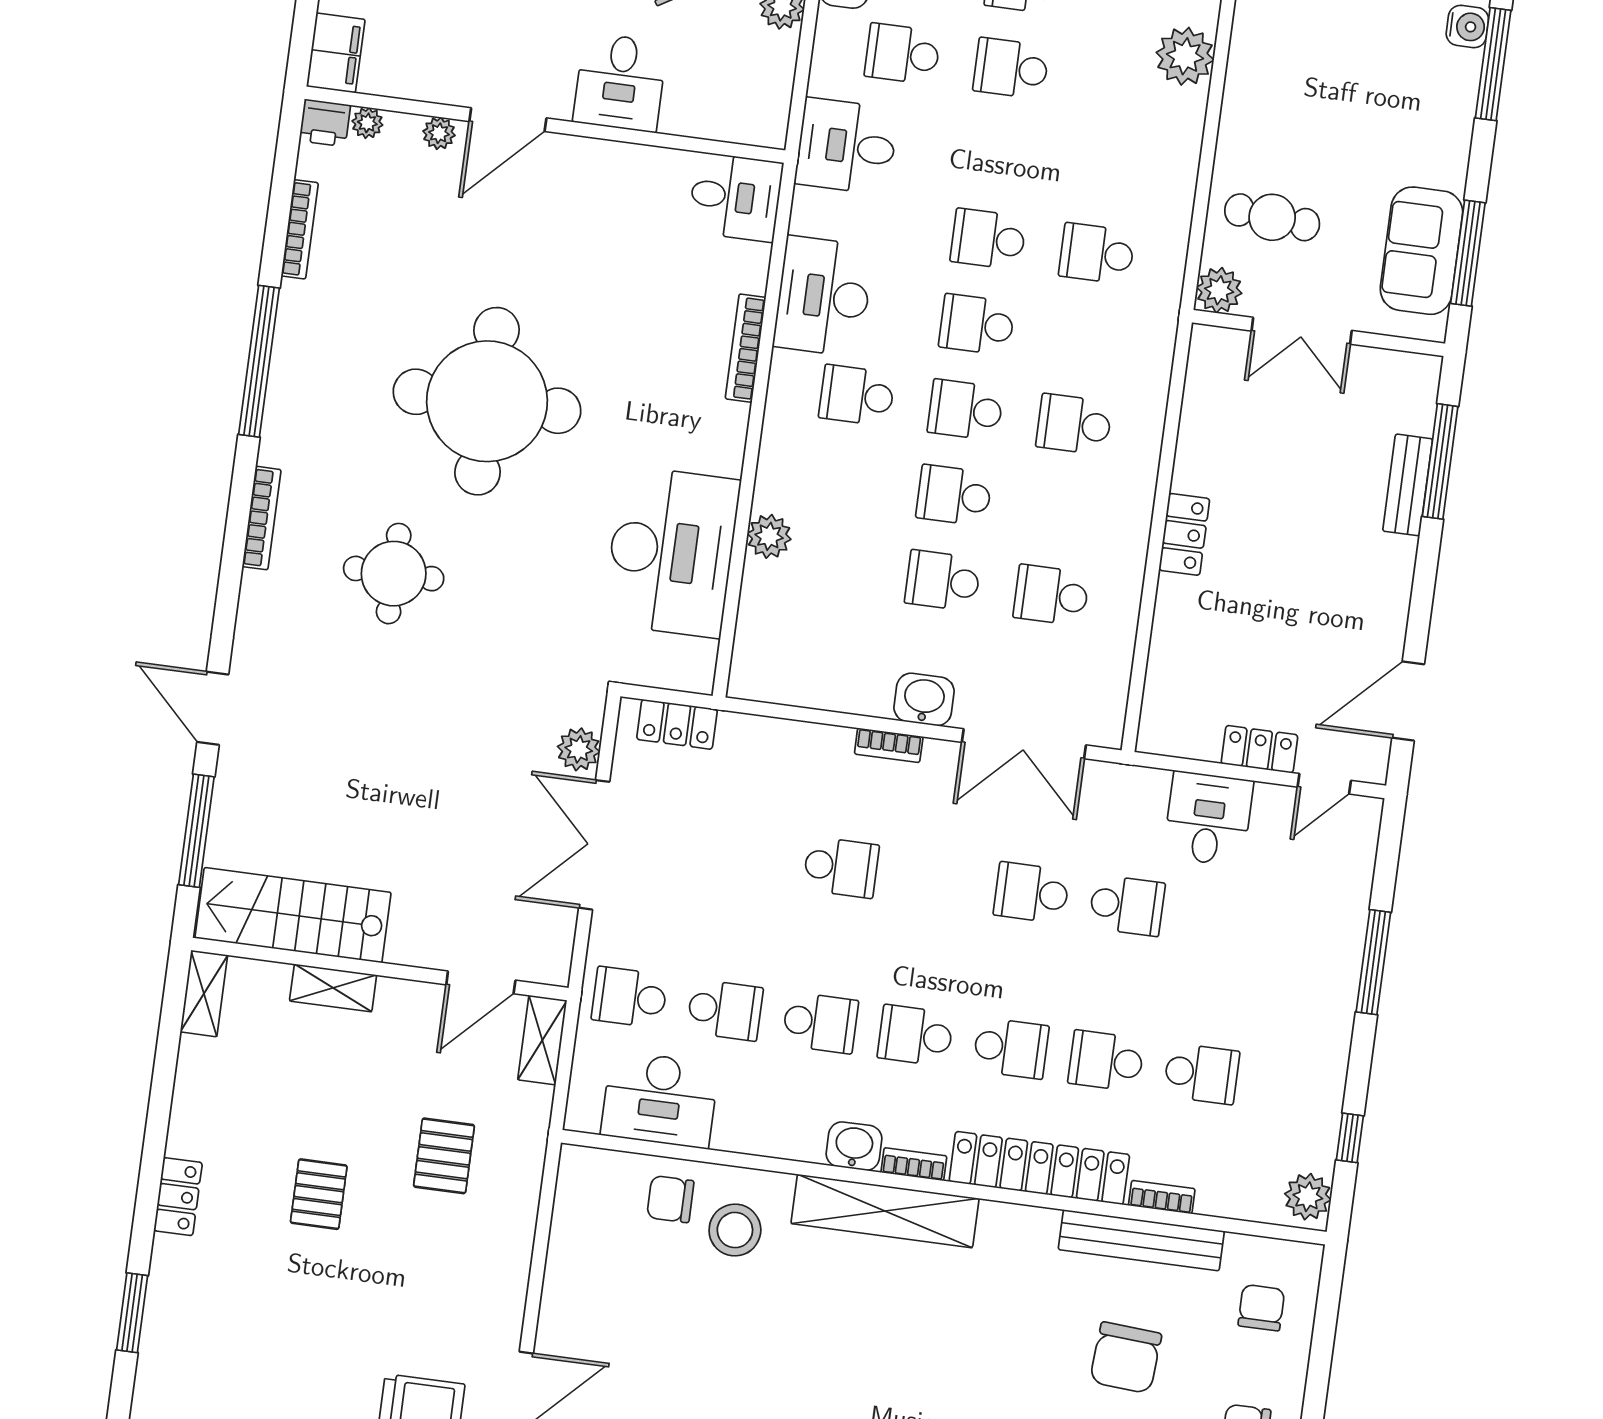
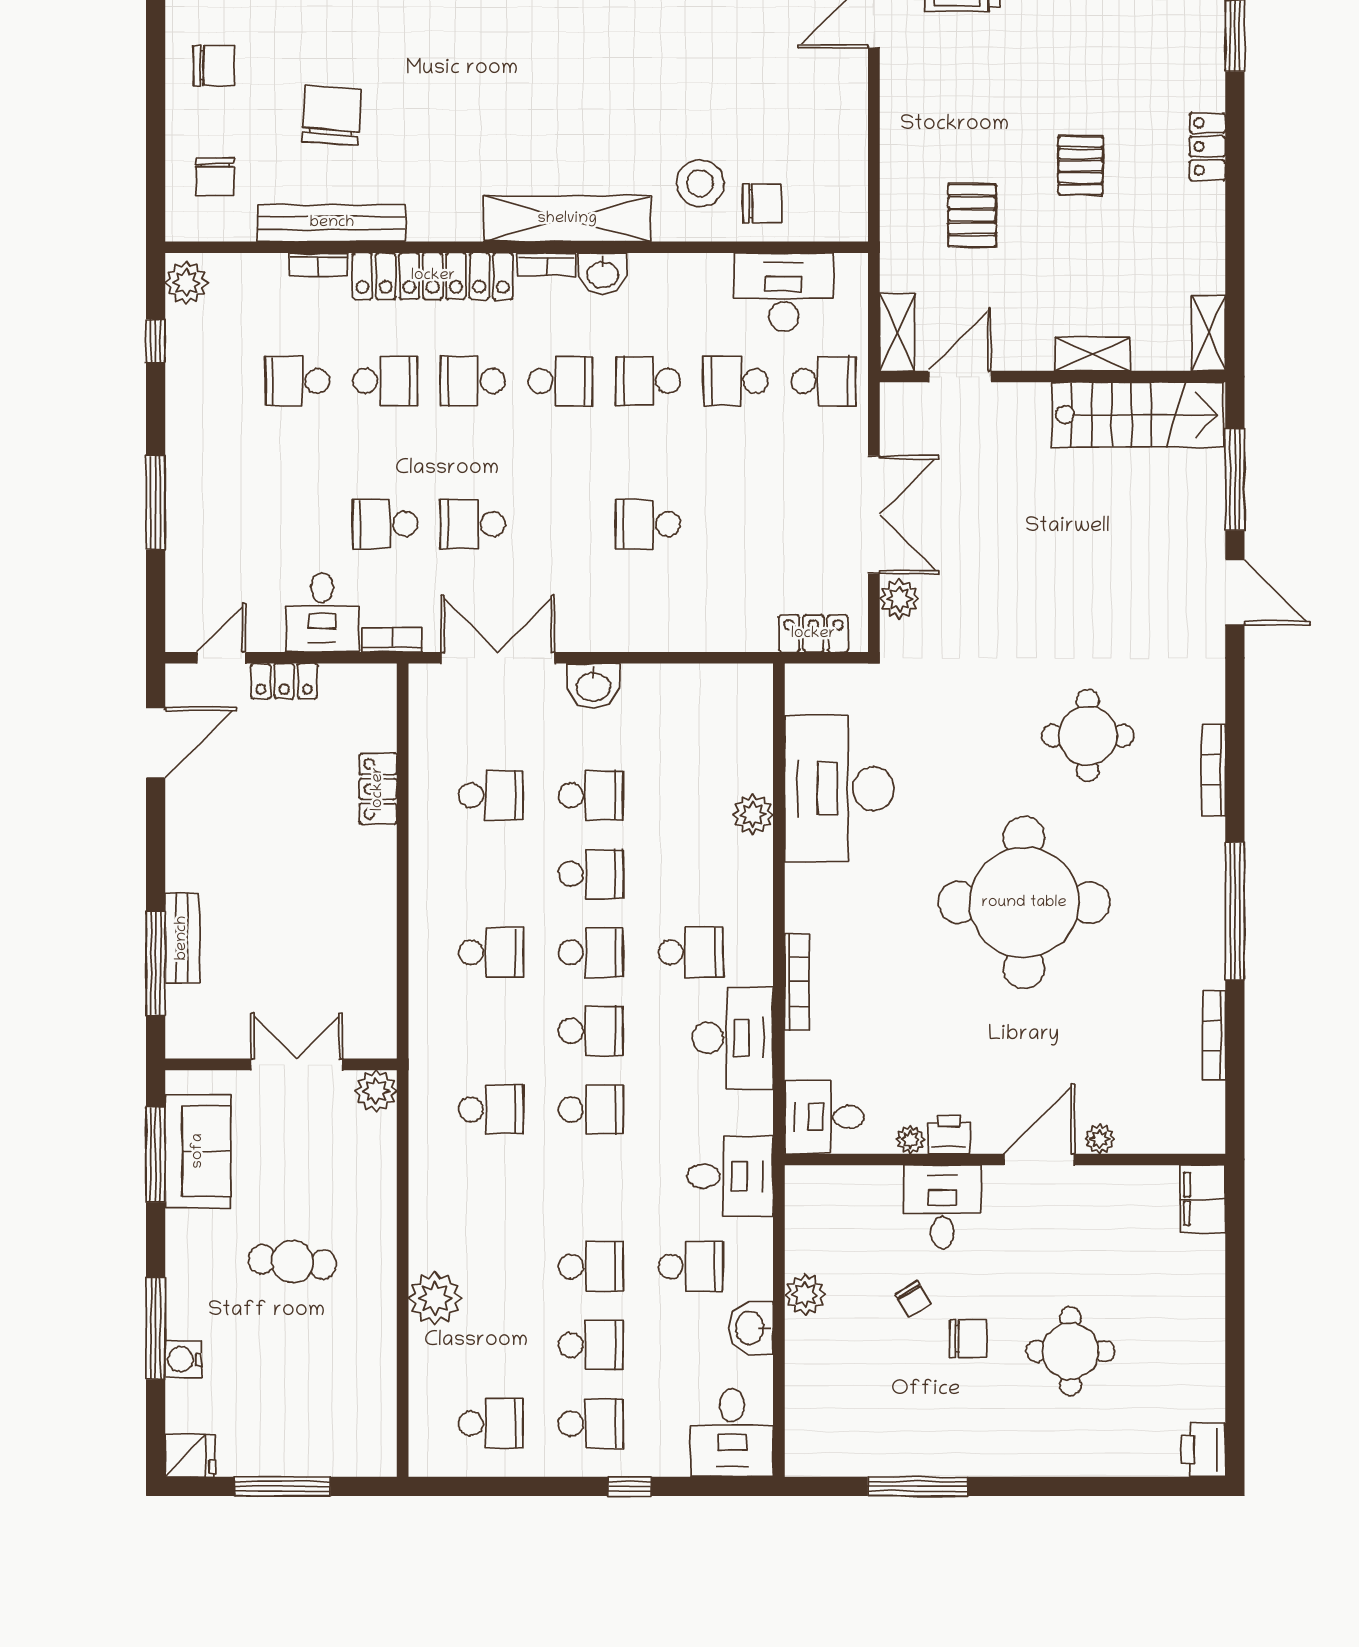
printer: (325, 123) -> (949, 1134), moved
plant: (367, 123) -> (910, 1140), moved
cafe table: (1272, 217) -> (292, 1262), moved
locker: (1184, 534) -> (378, 789), moved
bookcase: (889, 745) -> (392, 640), moved
school desk: (1032, 893) -> (473, 524), turned 180

